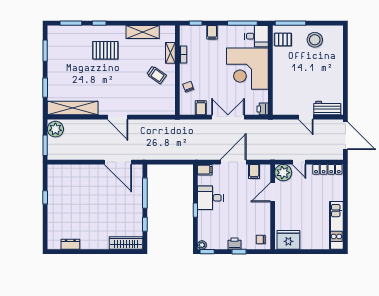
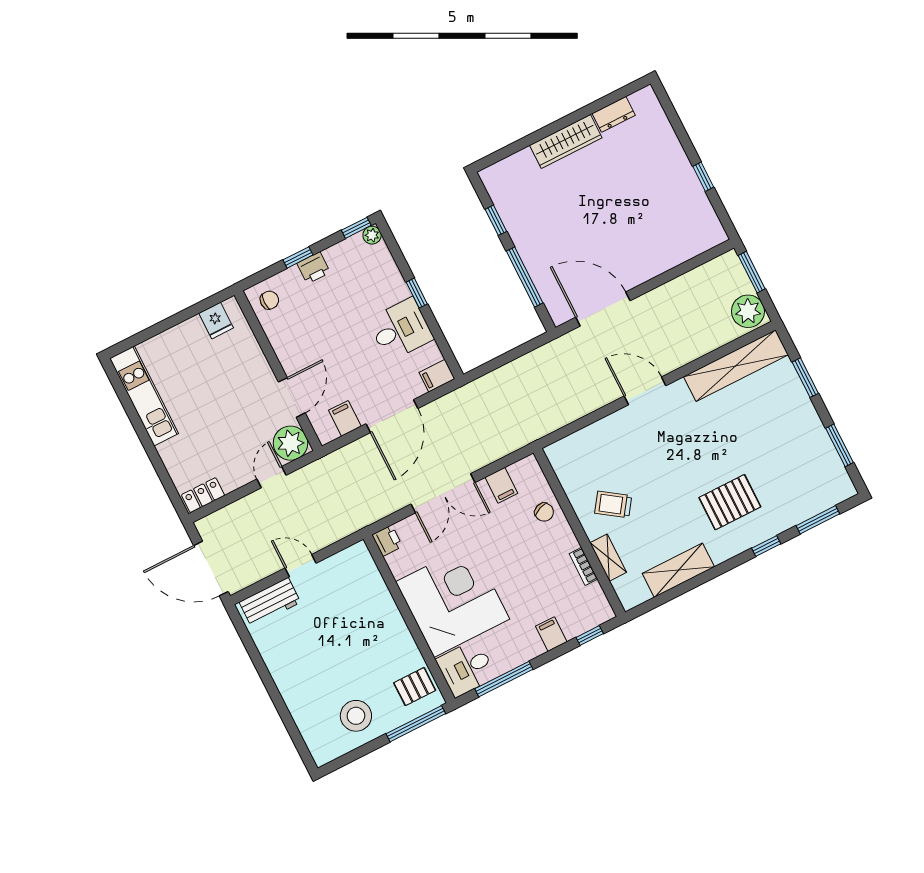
door: (299, 162) -> (272, 477), hinge flipped
locker: (327, 169) -> (203, 495), width x0.66
fridge: (288, 240) -> (216, 320), width x0.53, depth x0.75
wardrobe: (126, 243) -> (566, 141), moved

